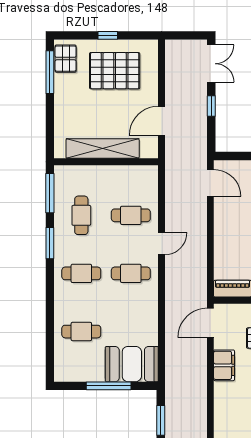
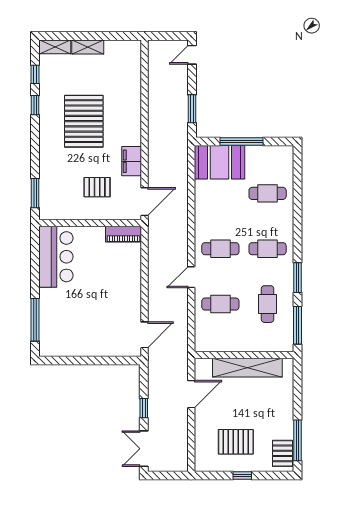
pallet: (115, 71) -> (236, 442), width x0.73, depth x0.71
door: (210, 183) -> (145, 335), swing flipped

